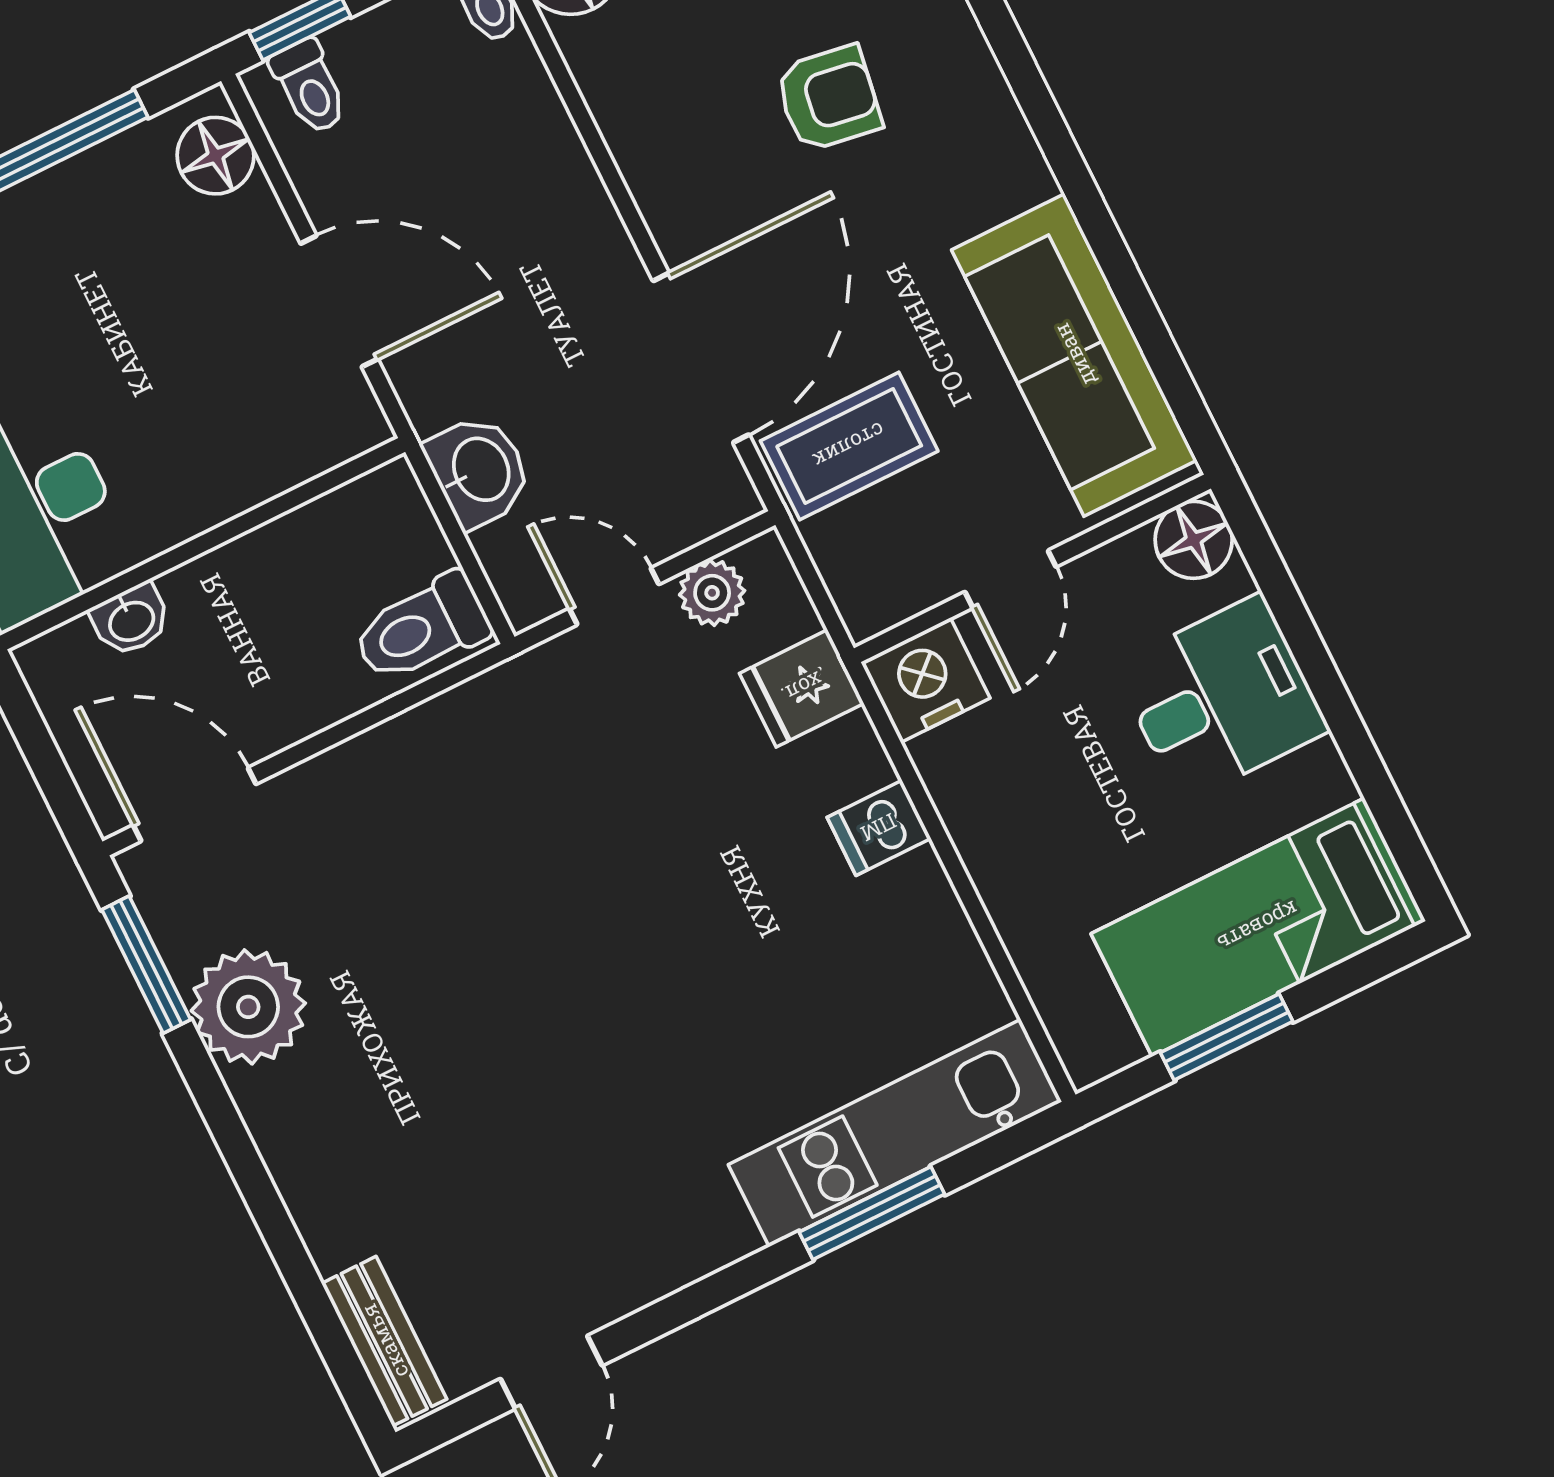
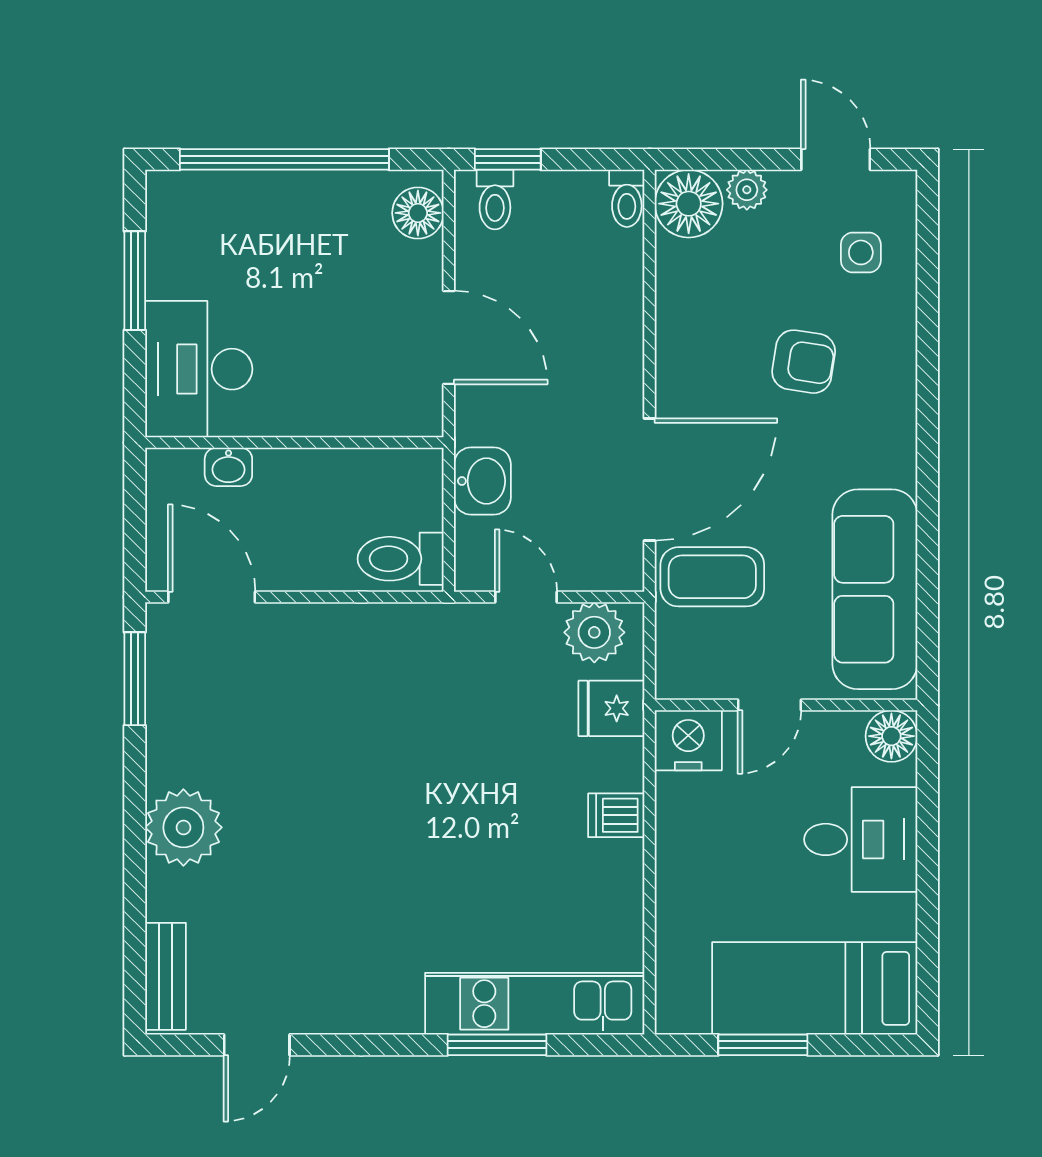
plant: (712, 593) -> (594, 632), width x1.38, depth x1.38
plant: (248, 1007) -> (183, 827), moved

